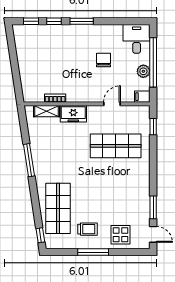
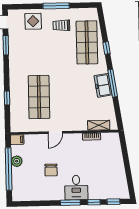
desk: (137, 39) -> (76, 188), moved
door: (112, 104) -> (55, 133), moved
freezer: (73, 114) -> (103, 85), moved, turned -99
window: (153, 127) -> (7, 98), moved
shop shelf: (116, 146) -> (39, 97), turned 90
window: (40, 235) -> (106, 48), moved

